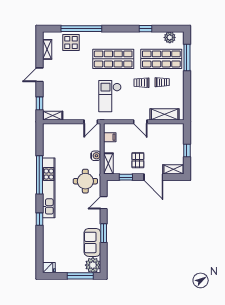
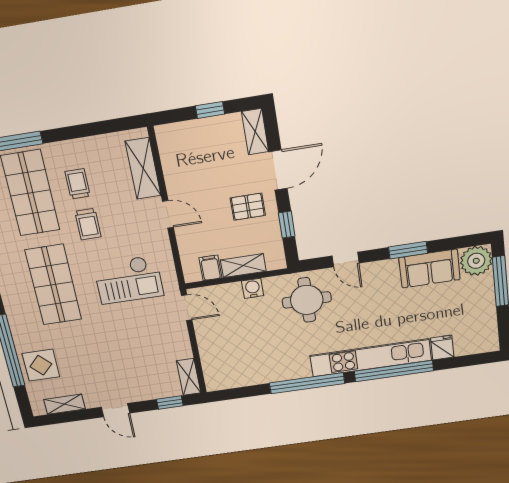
door: (140, 122) -> (168, 214), hinge flipped
shelving: (108, 164) -> (243, 266), moved
kitchen unit: (49, 188) -> (371, 358), moved
window: (39, 219) -> (394, 371), width x3.17
fridge: (49, 268) -> (442, 348), moved

